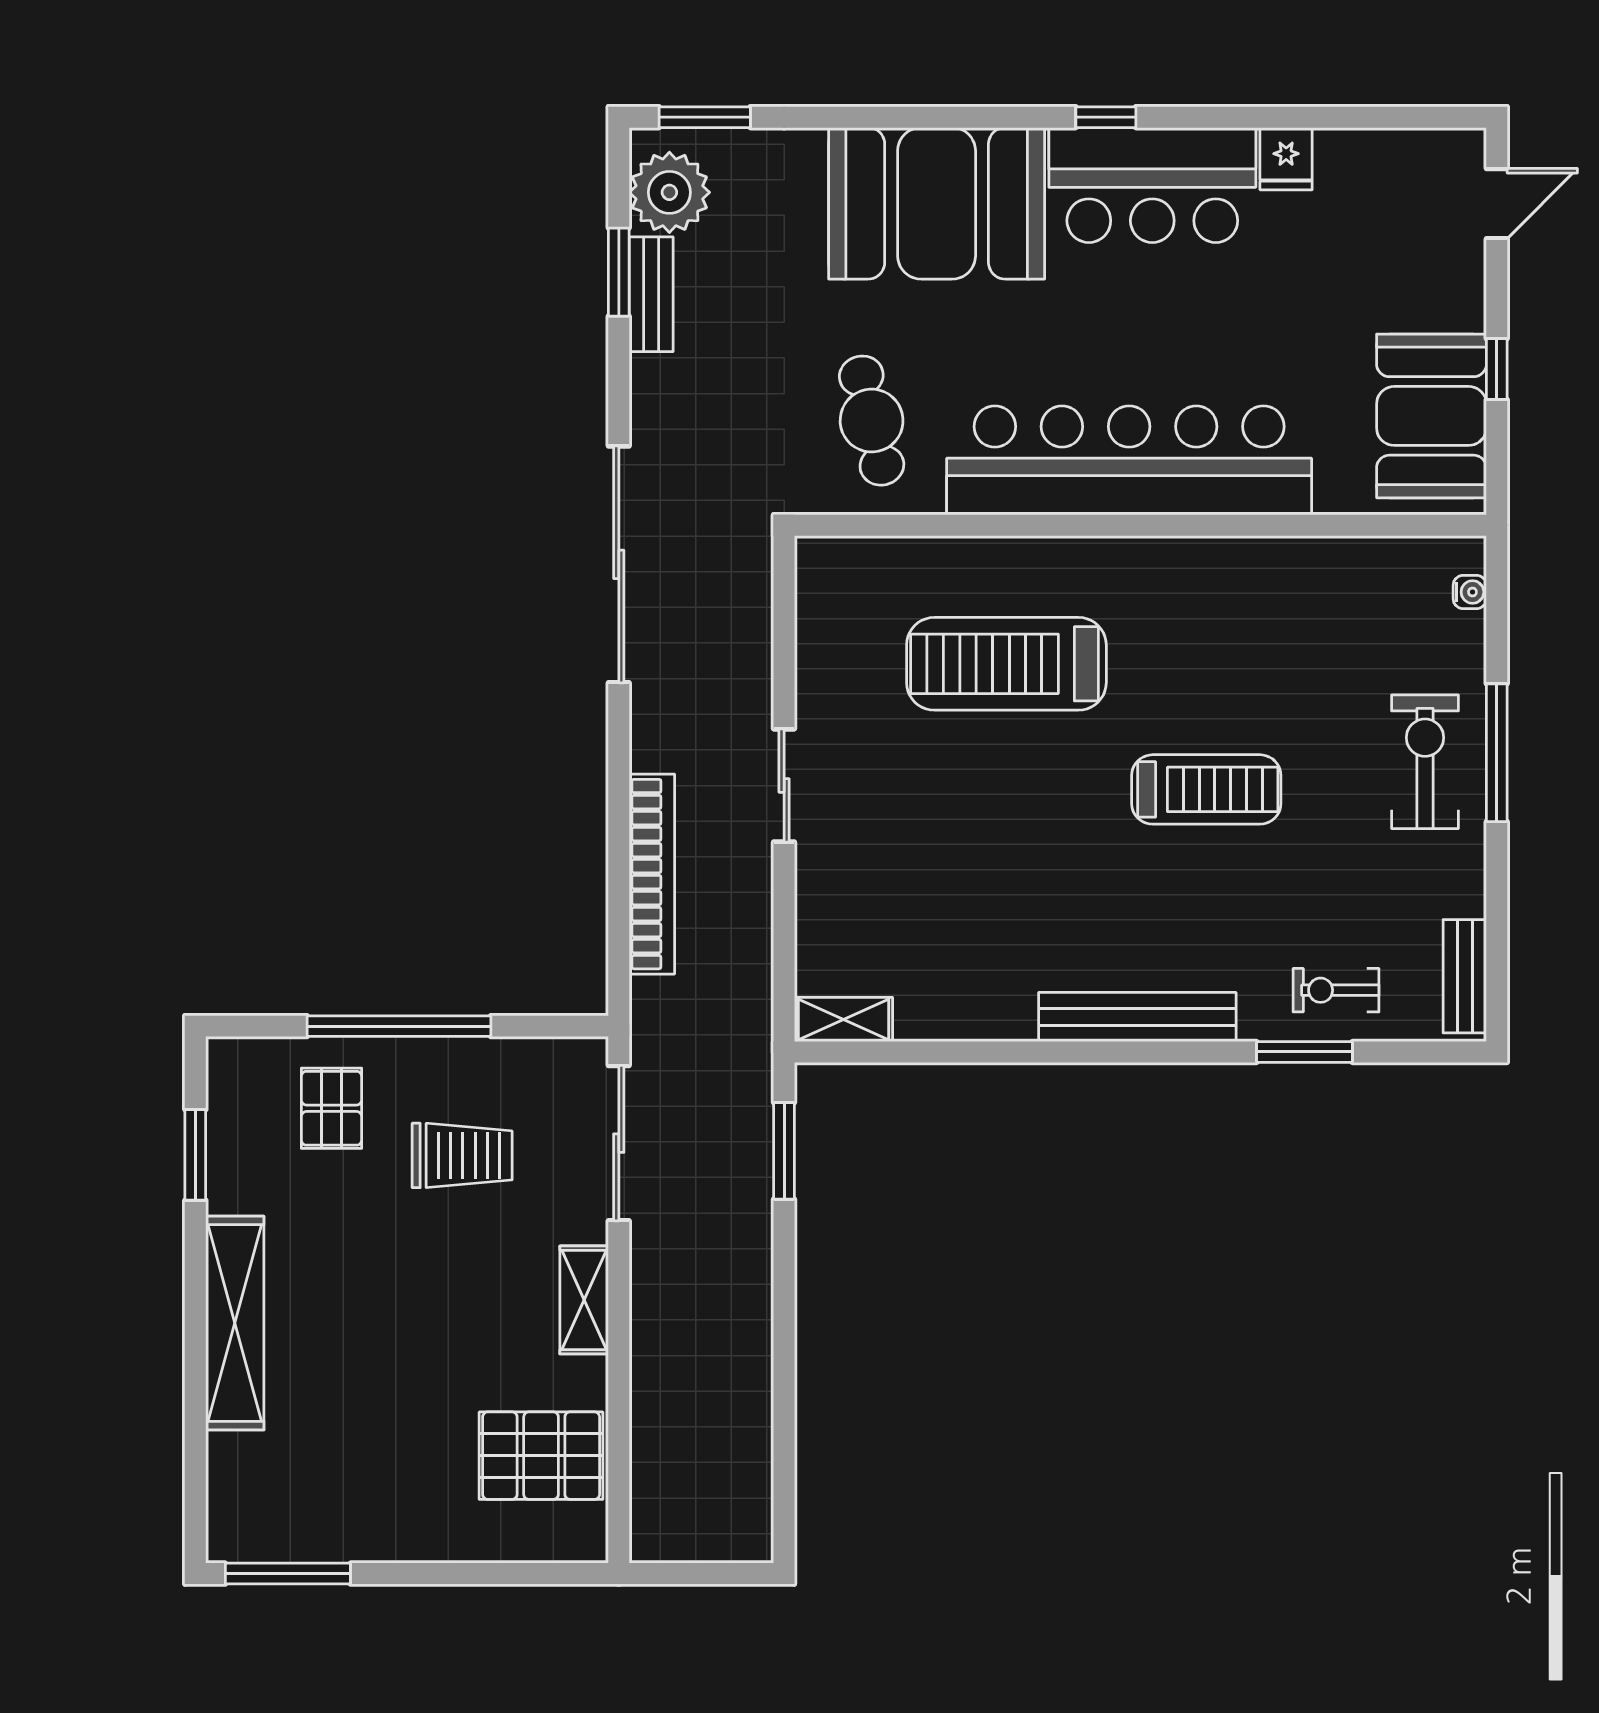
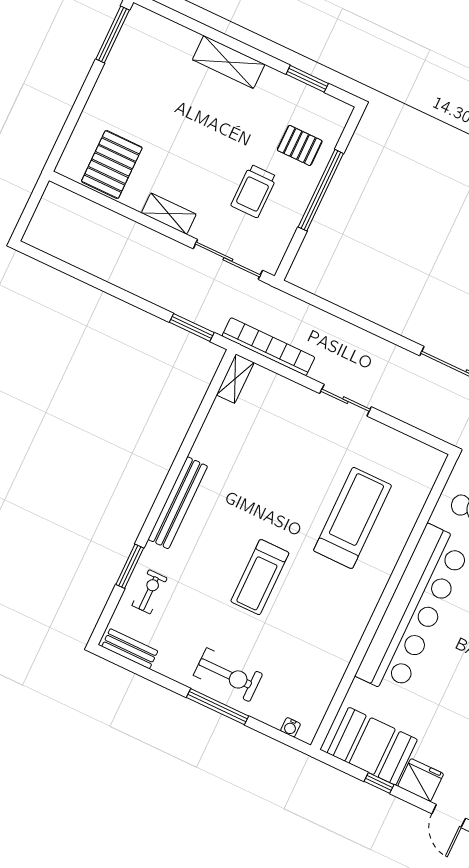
fridge: (1453, 291) -> (421, 780), added
bookcase: (652, 874) -> (268, 347), moved, turned 180
shelving: (235, 1323) -> (229, 62), width x0.68

